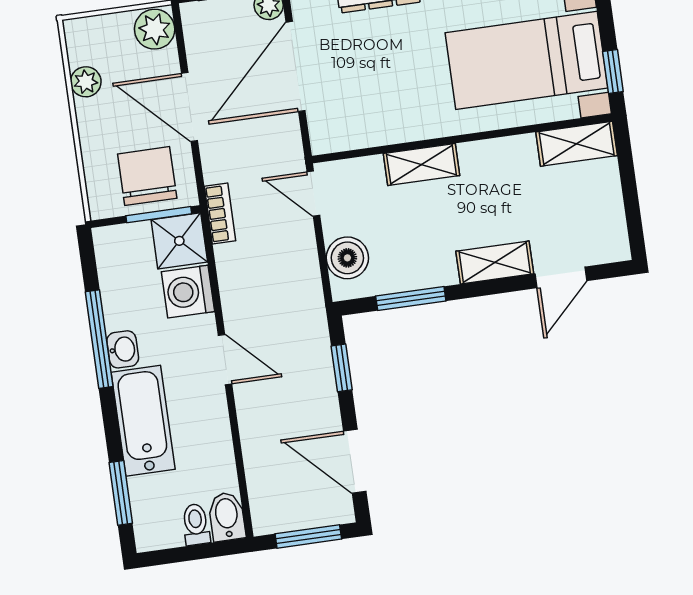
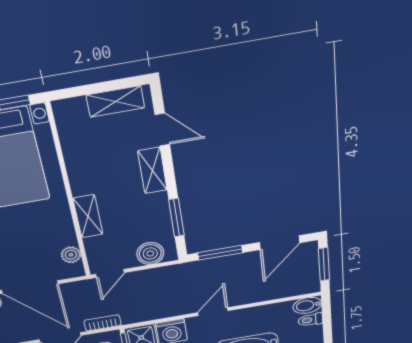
plant: (353, 135) -> (71, 255), added
shelving: (577, 144) -> (115, 101), moved, turned 90
bookcase: (220, 214) -> (103, 323), moved
window: (342, 368) -> (220, 253), width x1.50

